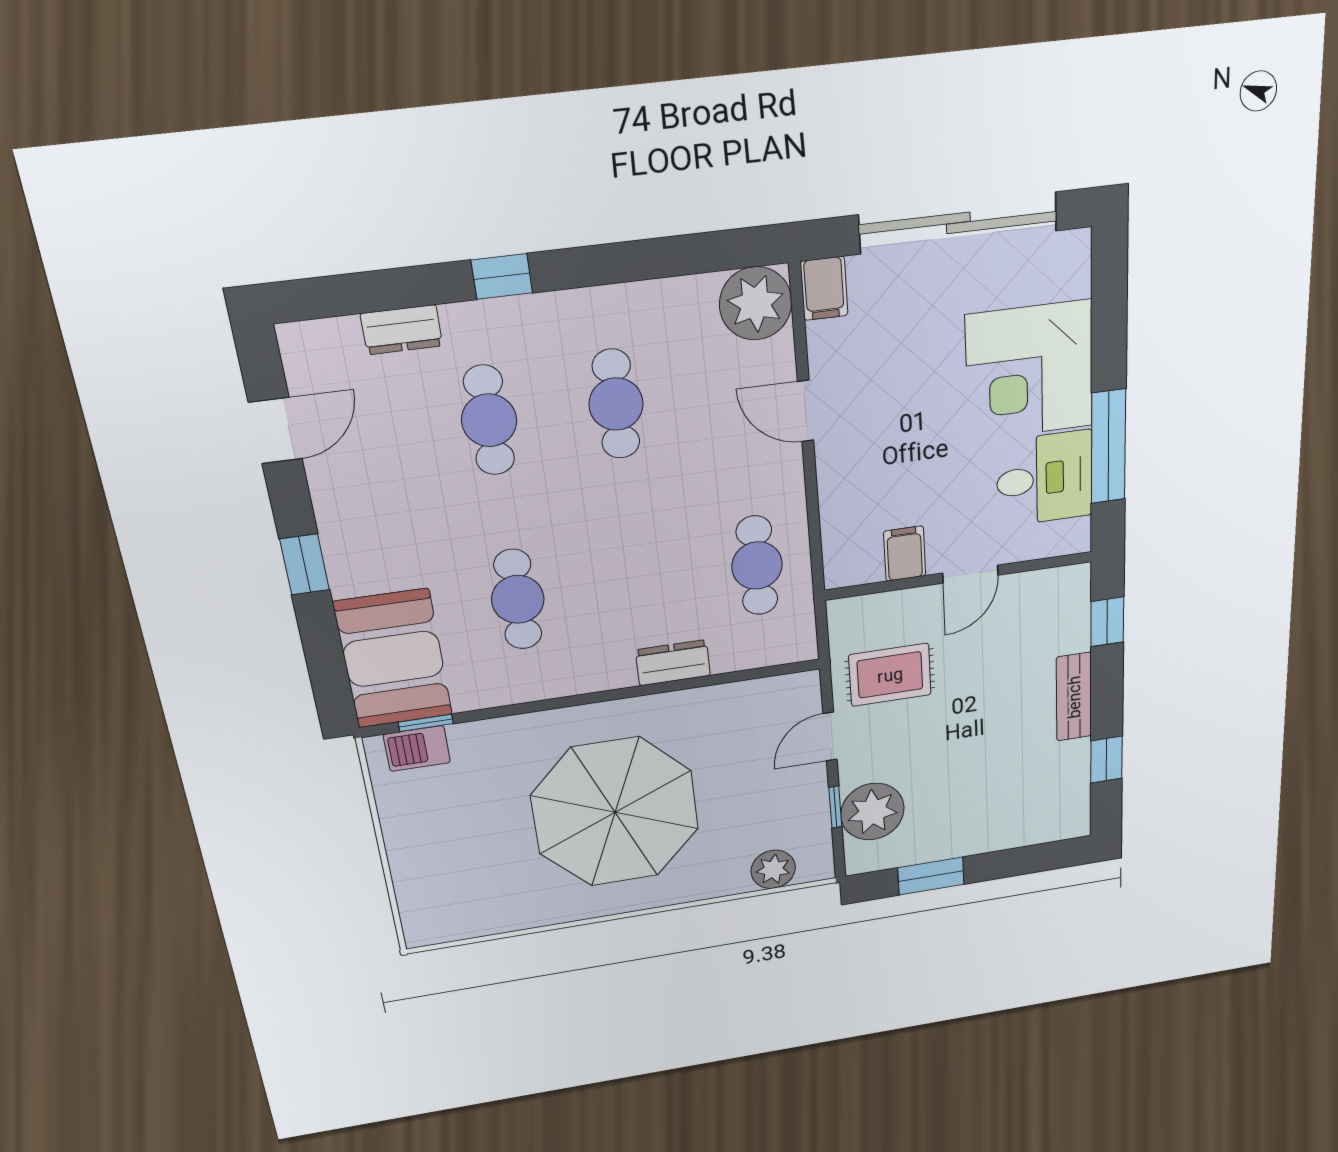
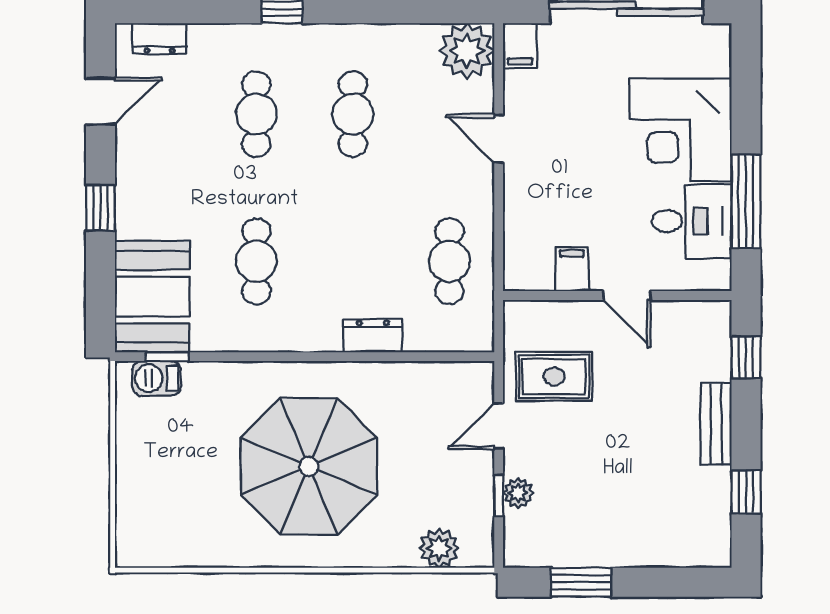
dresser: (402, 330) -> (159, 38), moved
door: (970, 574) -> (627, 296), hinge flipped
plant: (872, 812) -> (518, 493), width x0.53, depth x0.53

